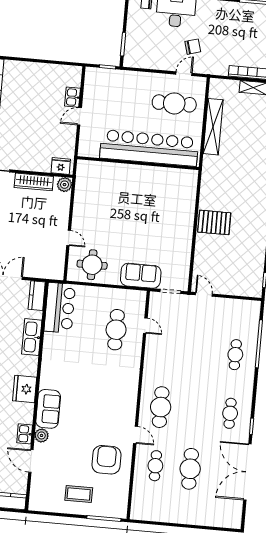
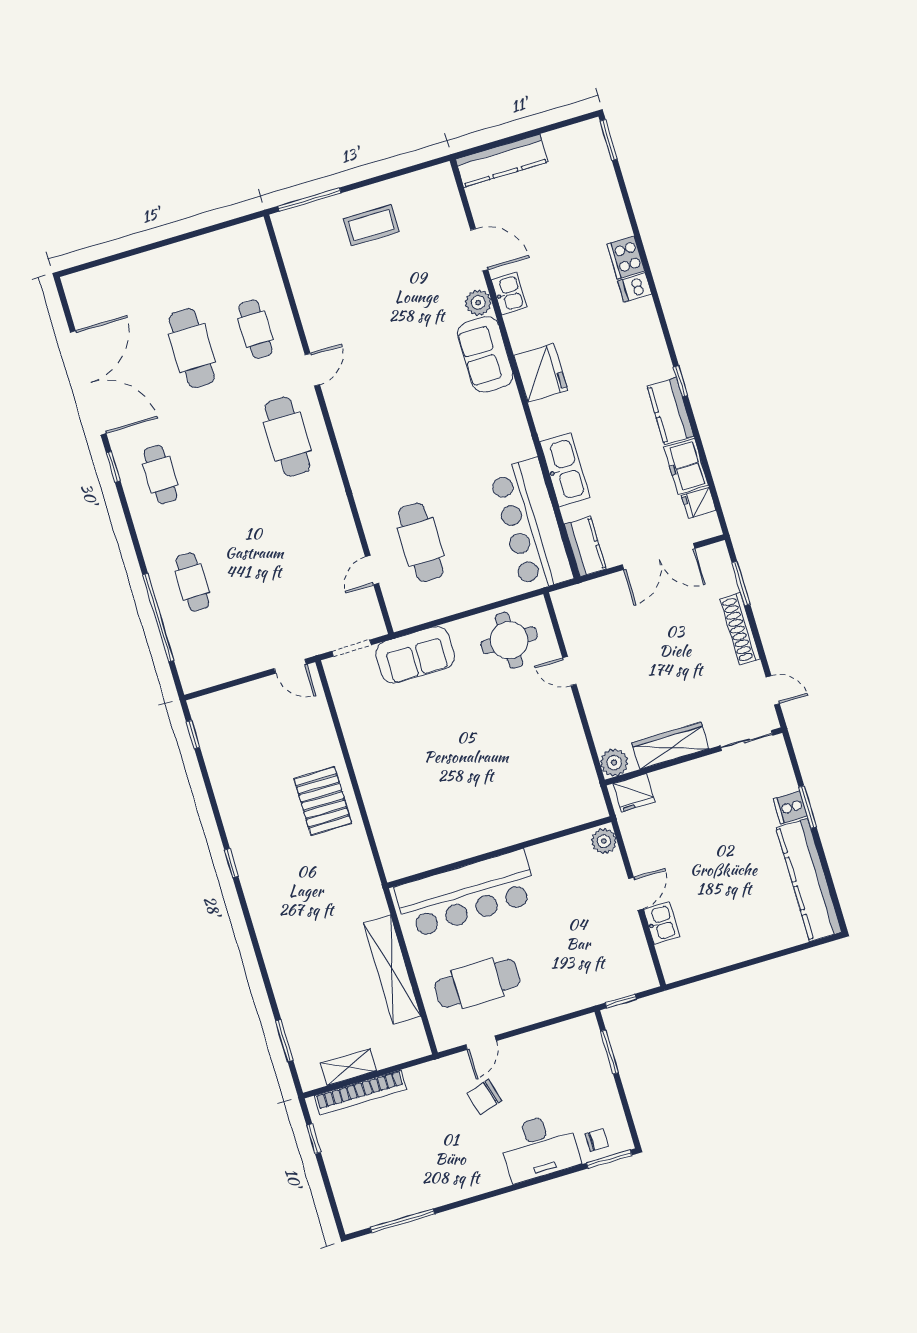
plant: (85, 148) -> (604, 841), added
bar counter: (149, 148) -> (467, 894), width x0.73
pallet: (214, 222) -> (323, 801), turned 90
bar counter: (60, 308) -> (531, 525), width x1.36
door: (145, 326) -> (372, 570), hinge flipped
door: (136, 435) -> (312, 370), swing flipped
armchair: (106, 460) -> (346, 305), removed

